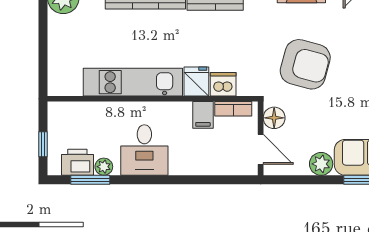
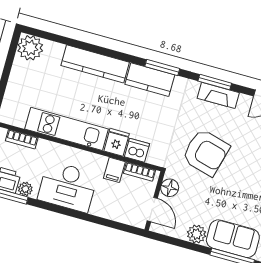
bookcase: (83, 109) -> (22, 139), added
desk: (144, 150) -> (68, 187), width x1.37

